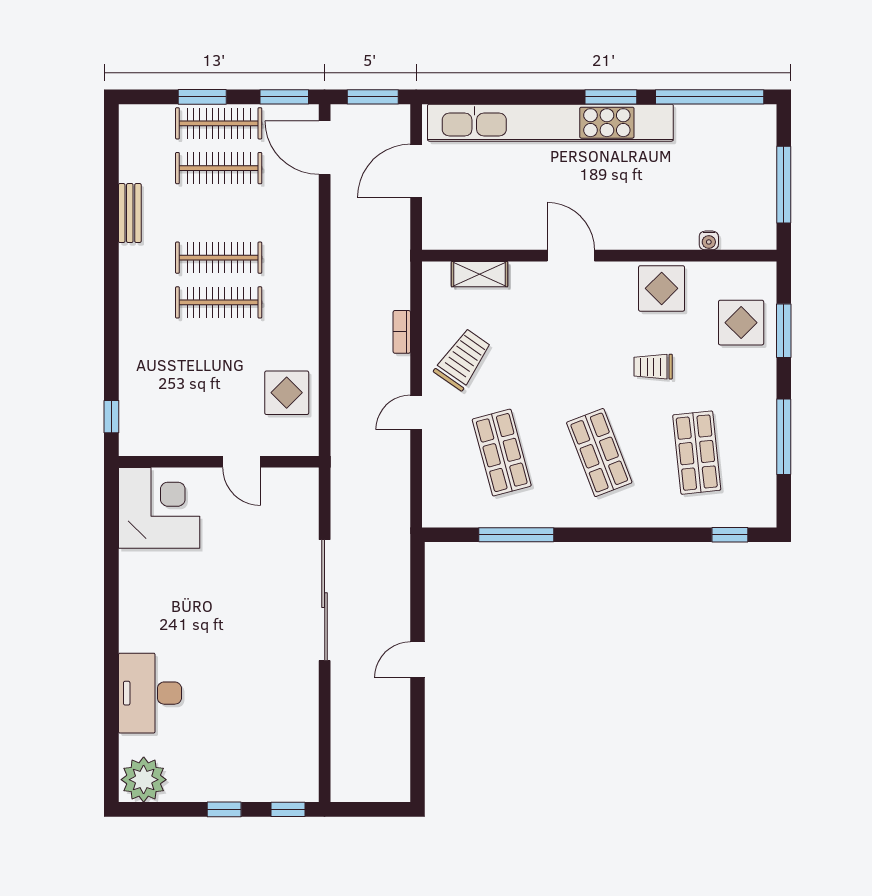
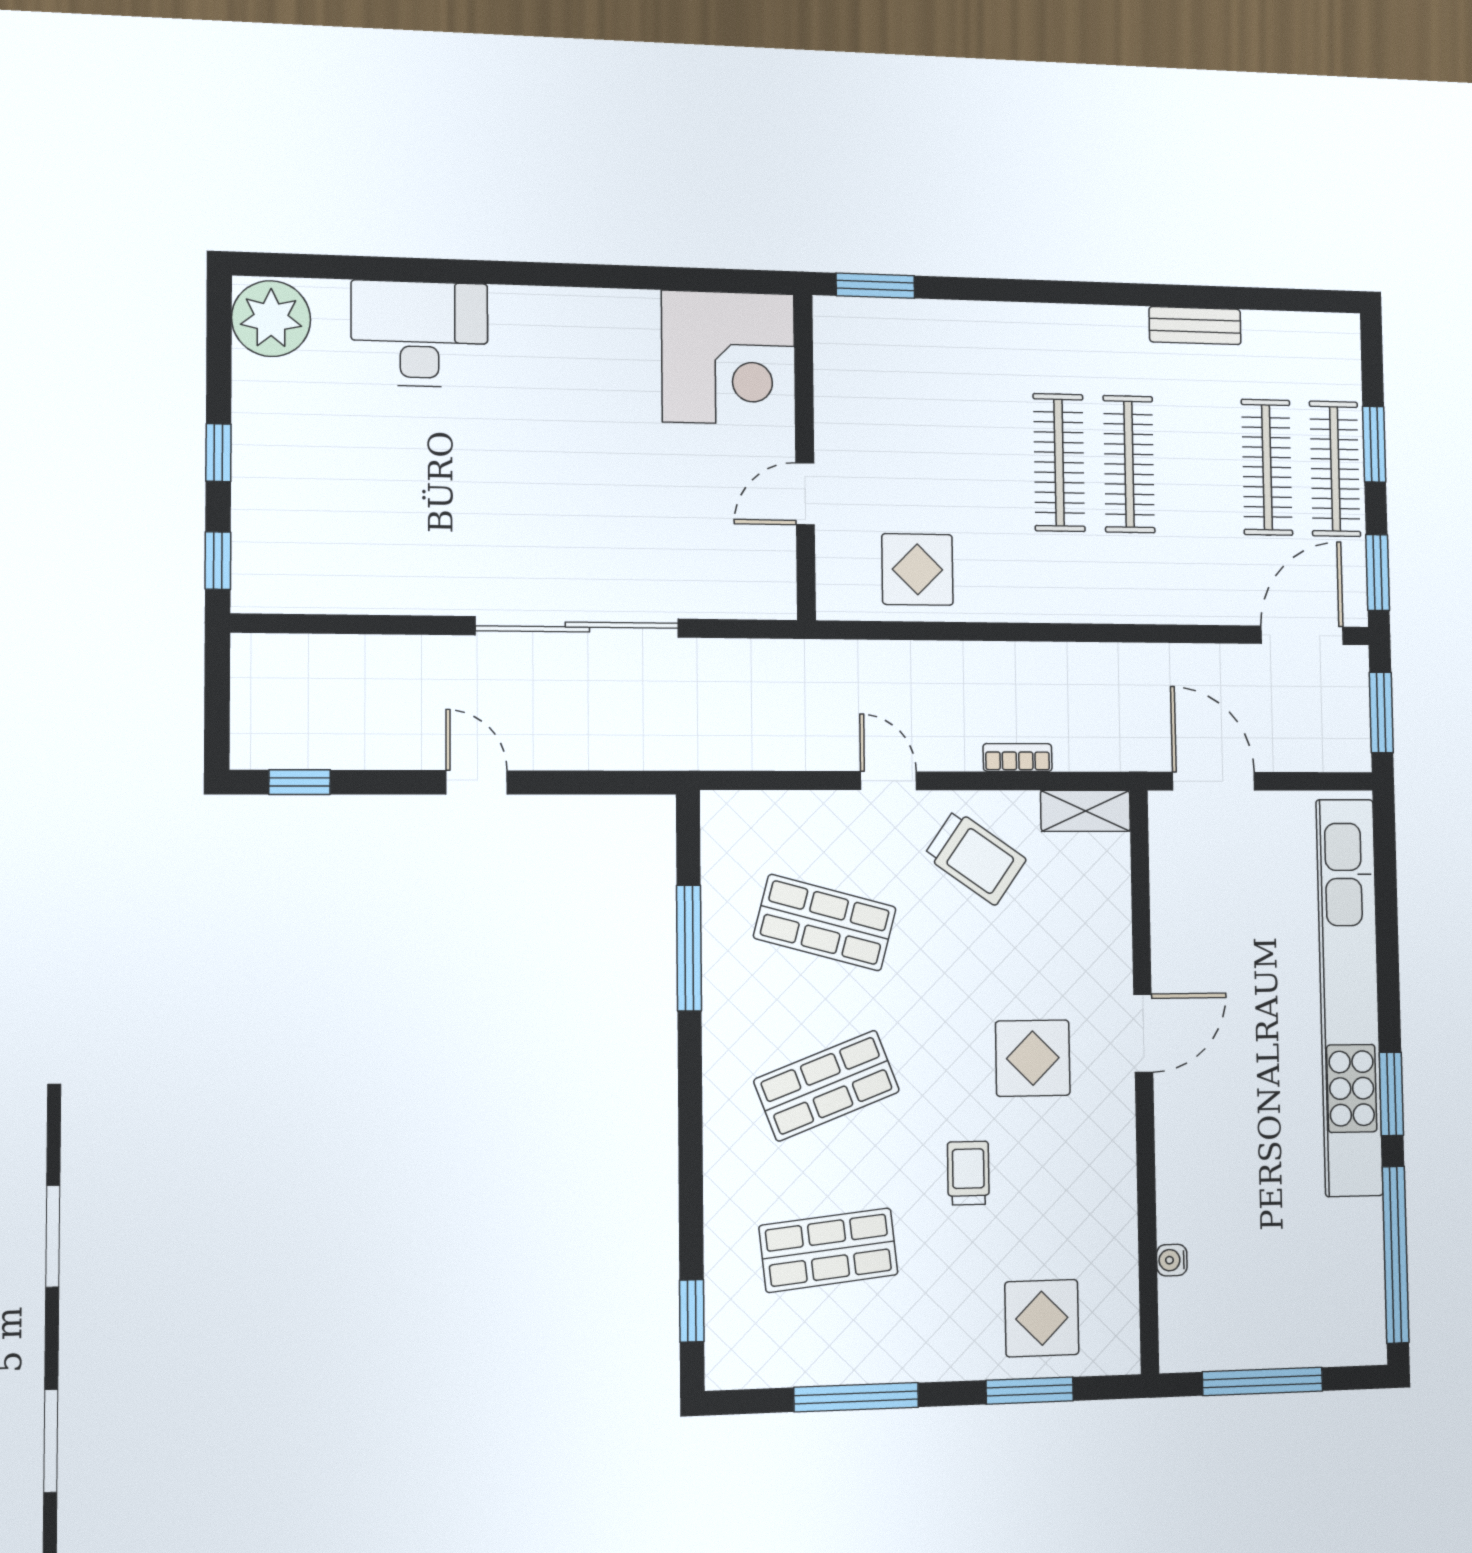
door: (416, 171) -> (1214, 781), moved
shelving: (480, 274) -> (1085, 811), moved, turned 90
display table: (662, 288) -> (1033, 1058), moved
window: (111, 417) -> (875, 286), width x1.50
shop shelf: (502, 453) -> (825, 923), turned 30
window: (418, 762) -> (300, 782), added

